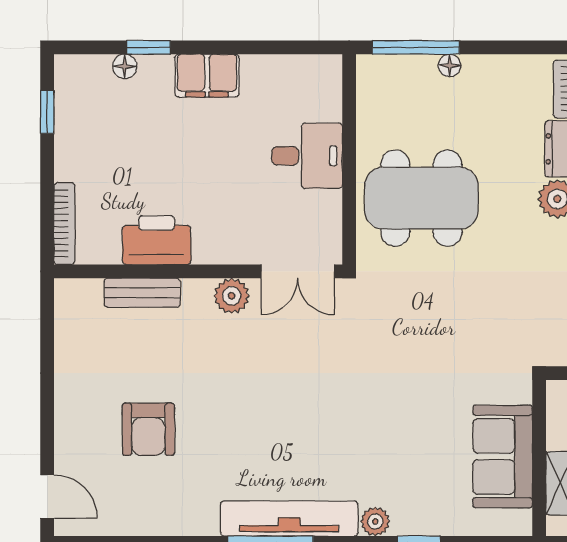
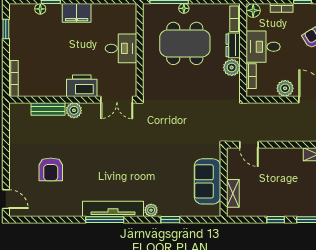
dining table: (421, 198) -> (185, 43), moved
printer: (157, 240) -> (82, 86), moved
plant: (232, 296) -> (74, 110), moved

